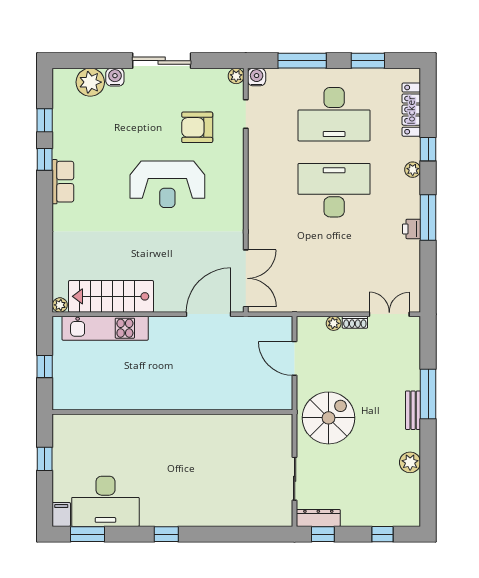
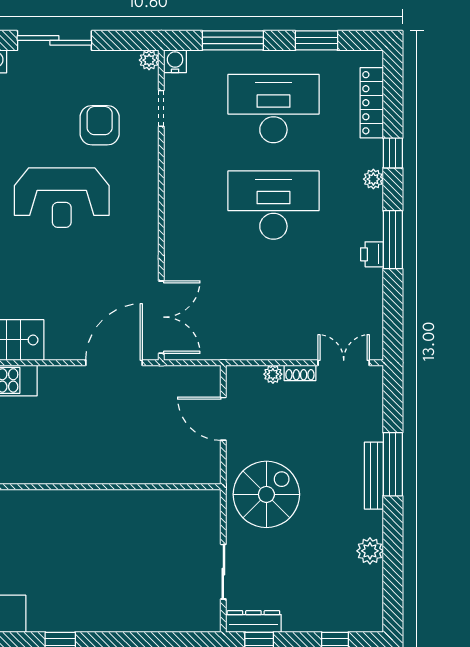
desk: (334, 114) -> (273, 109), turned 180
armchair: (197, 127) -> (100, 125), turned 90
bench: (413, 410) -> (374, 476), width x1.36

